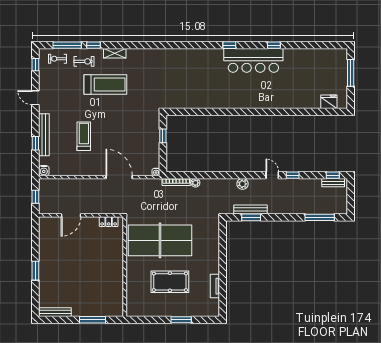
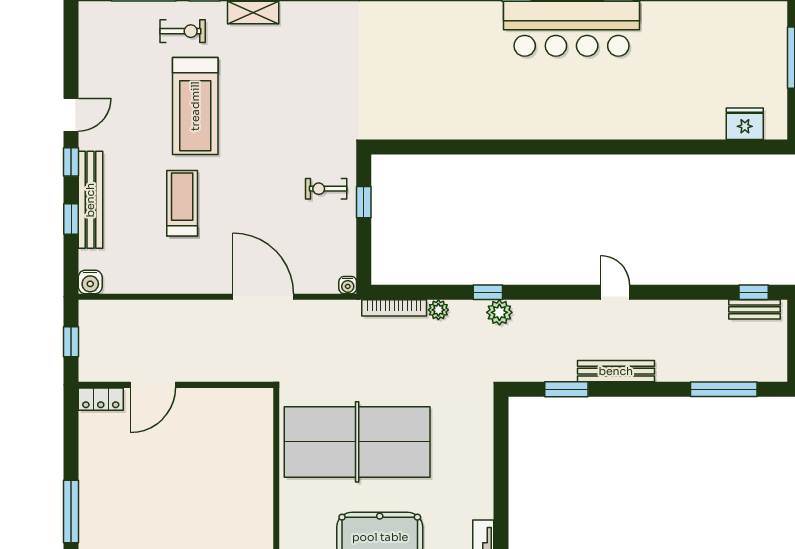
exercise bike: (57, 59) -> (326, 189), moved
window: (35, 65) -> (71, 162), moved
treadmill: (105, 84) -> (195, 106), moved, turned 90
door: (35, 98) -> (71, 115), swing flipped
window: (293, 175) -> (488, 292), moved
plant: (242, 184) -> (499, 312), moved
bench: (250, 209) -> (616, 371), moved
locker: (109, 222) -> (101, 399), moved
window: (35, 271) -> (71, 511), width x1.44

